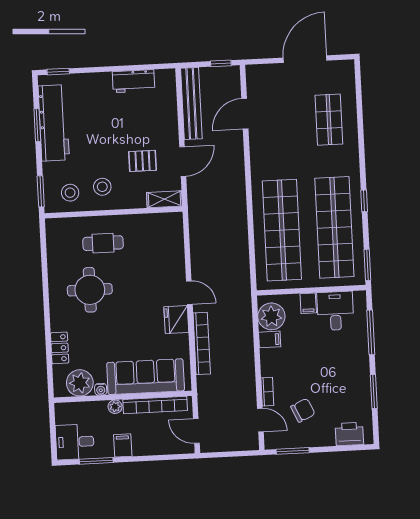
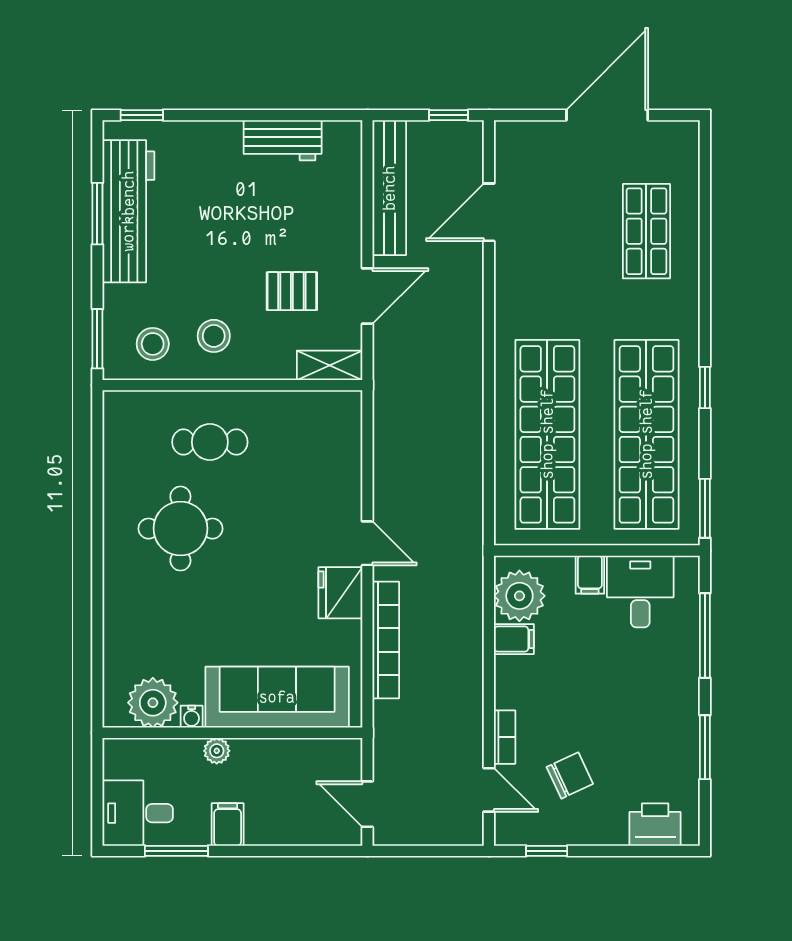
locker: (60, 348) -> (118, 635), removed
bookcase: (155, 405) -> (292, 751), removed
window: (293, 451) -> (547, 851), width x0.67

